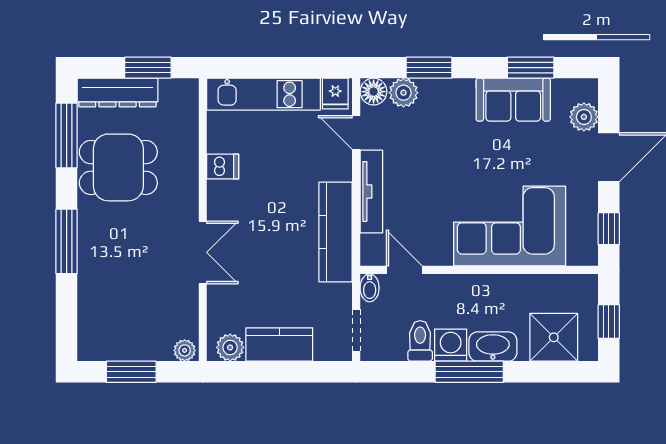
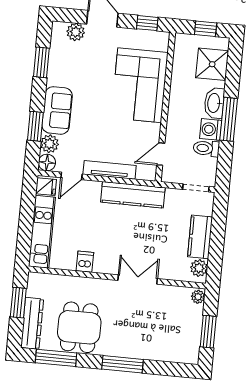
sofa: (513, 100) -> (57, 110), moved
bidet: (370, 288) -> (170, 177), removed

